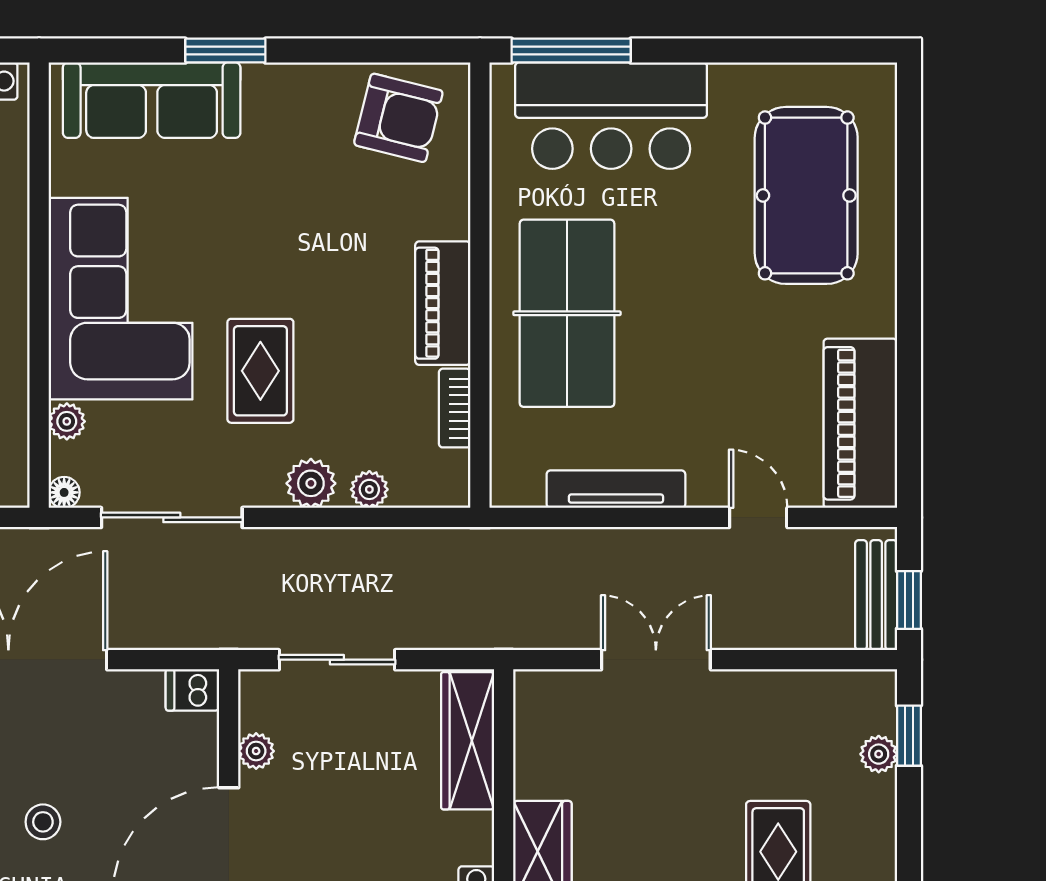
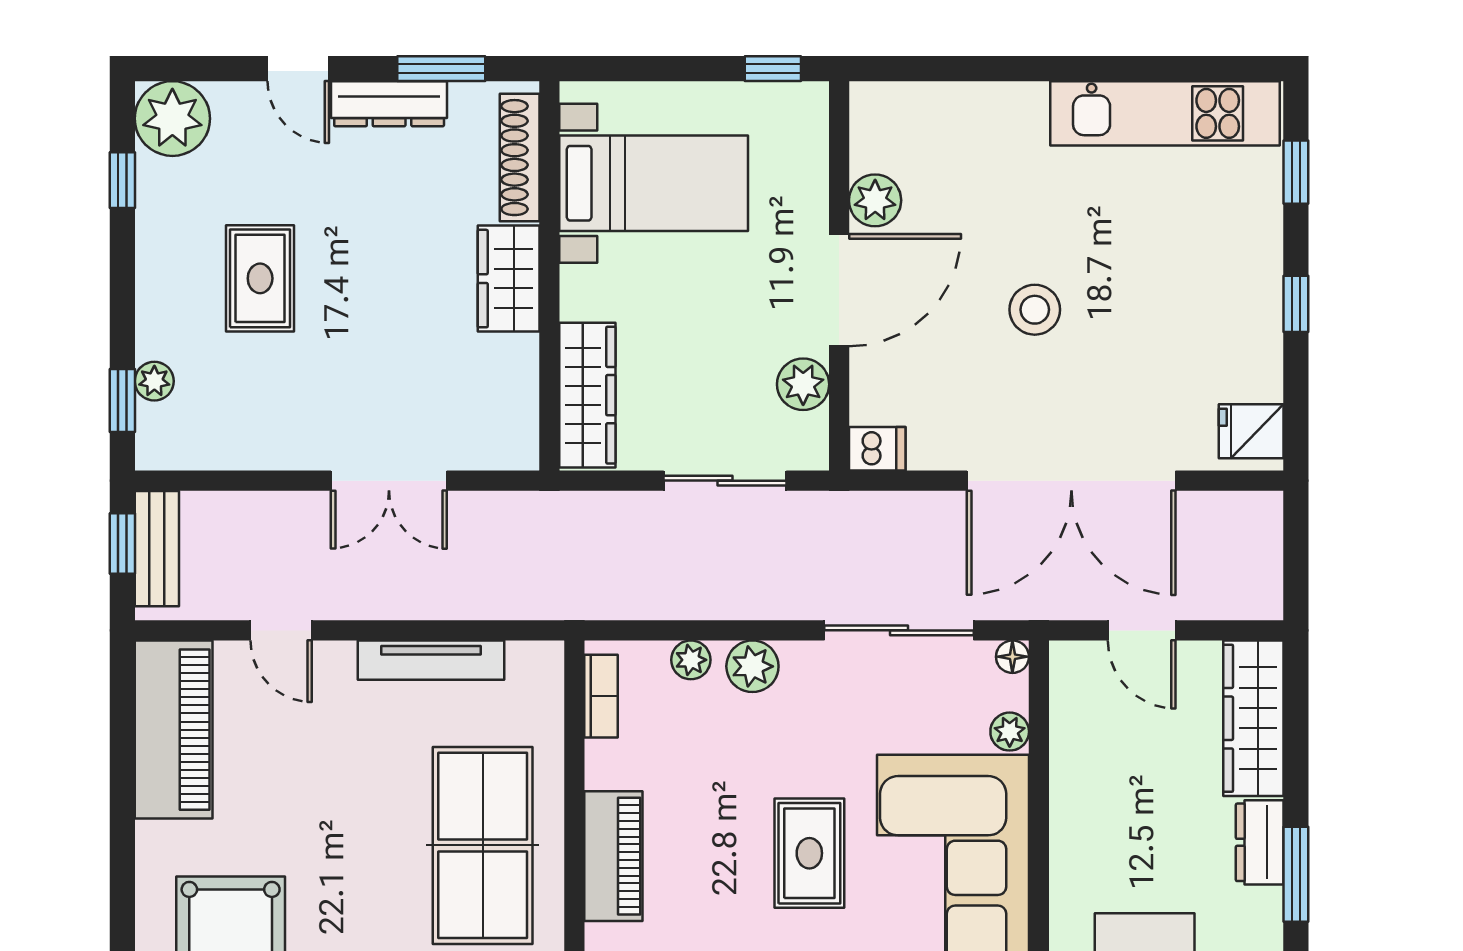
rug: (260, 371) -> (809, 853), moved
bookcase: (455, 408) -> (601, 696), moved
plant: (256, 751) -> (803, 384), width x1.38, depth x1.38
stool: (43, 822) -> (1035, 310), width x1.37, depth x1.37

